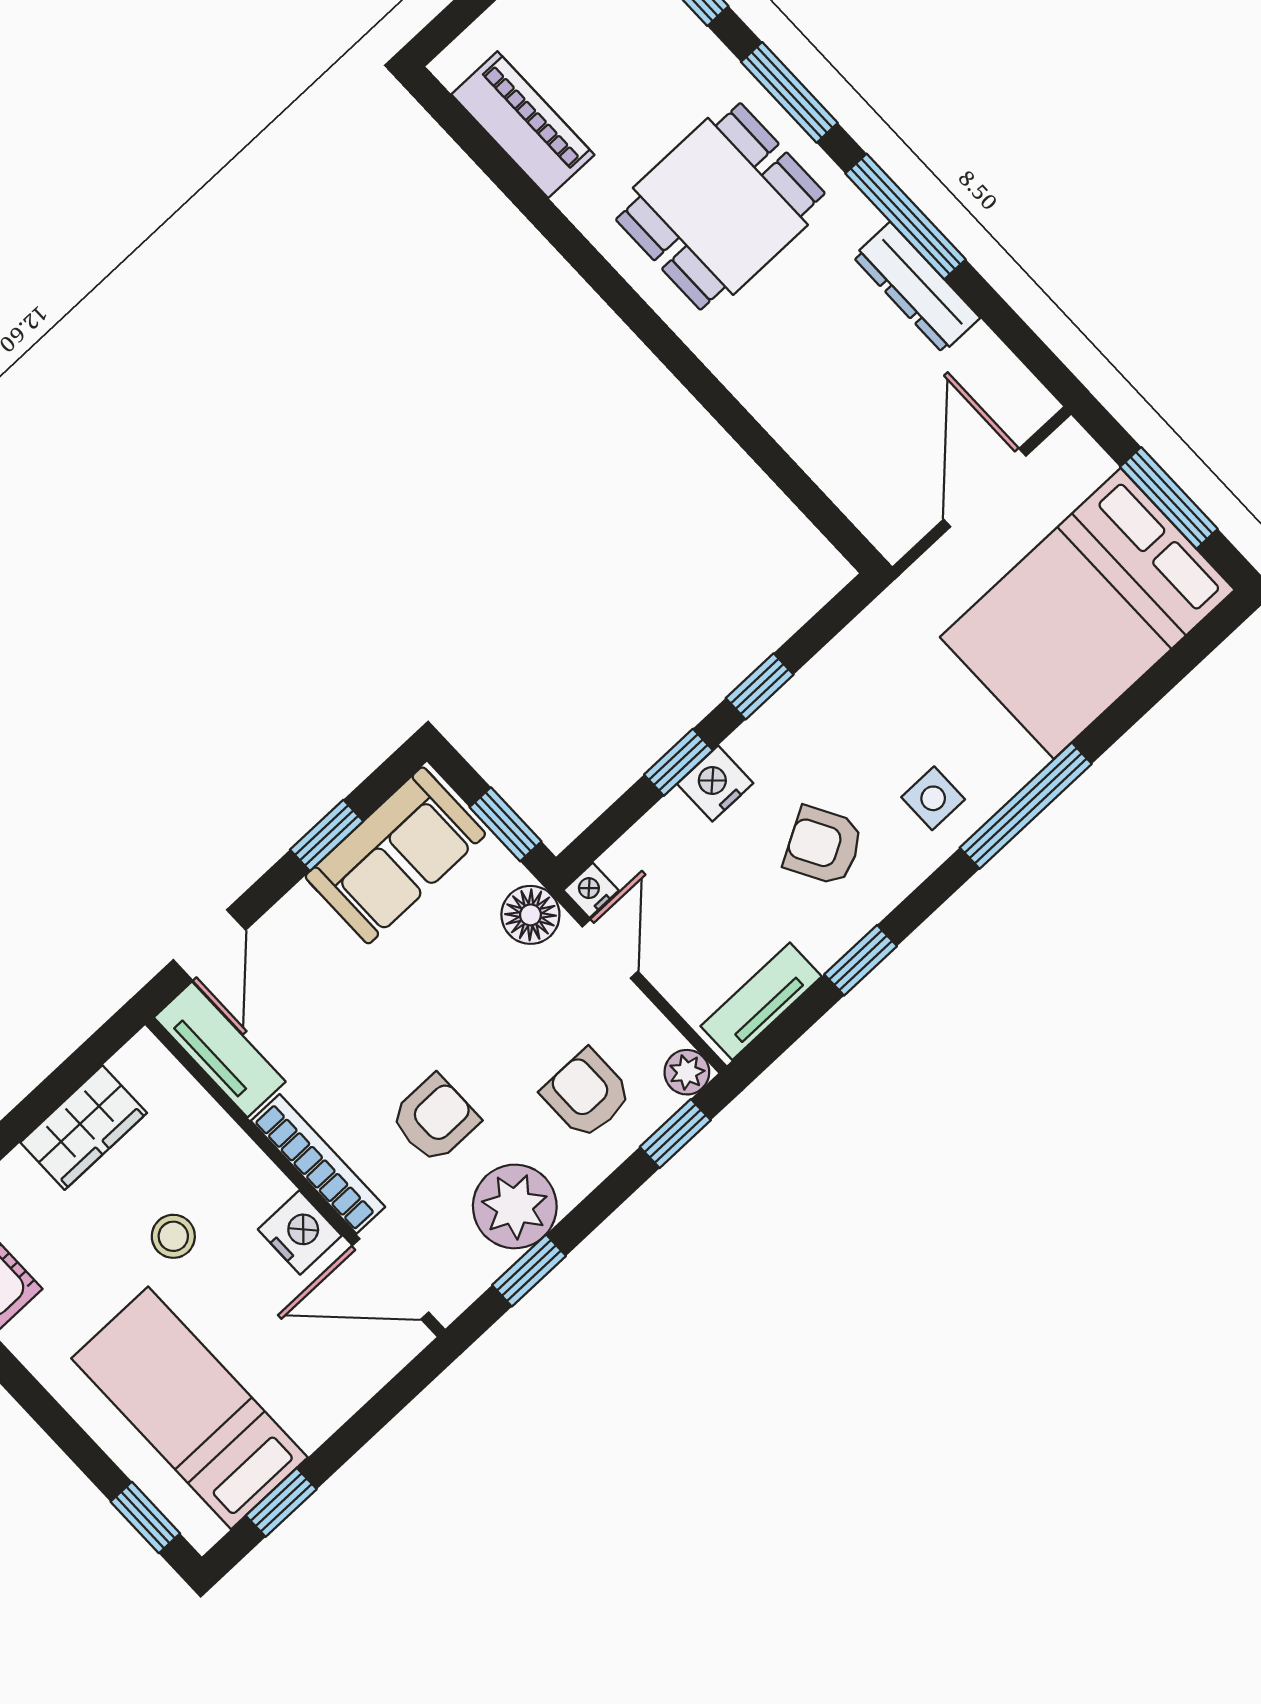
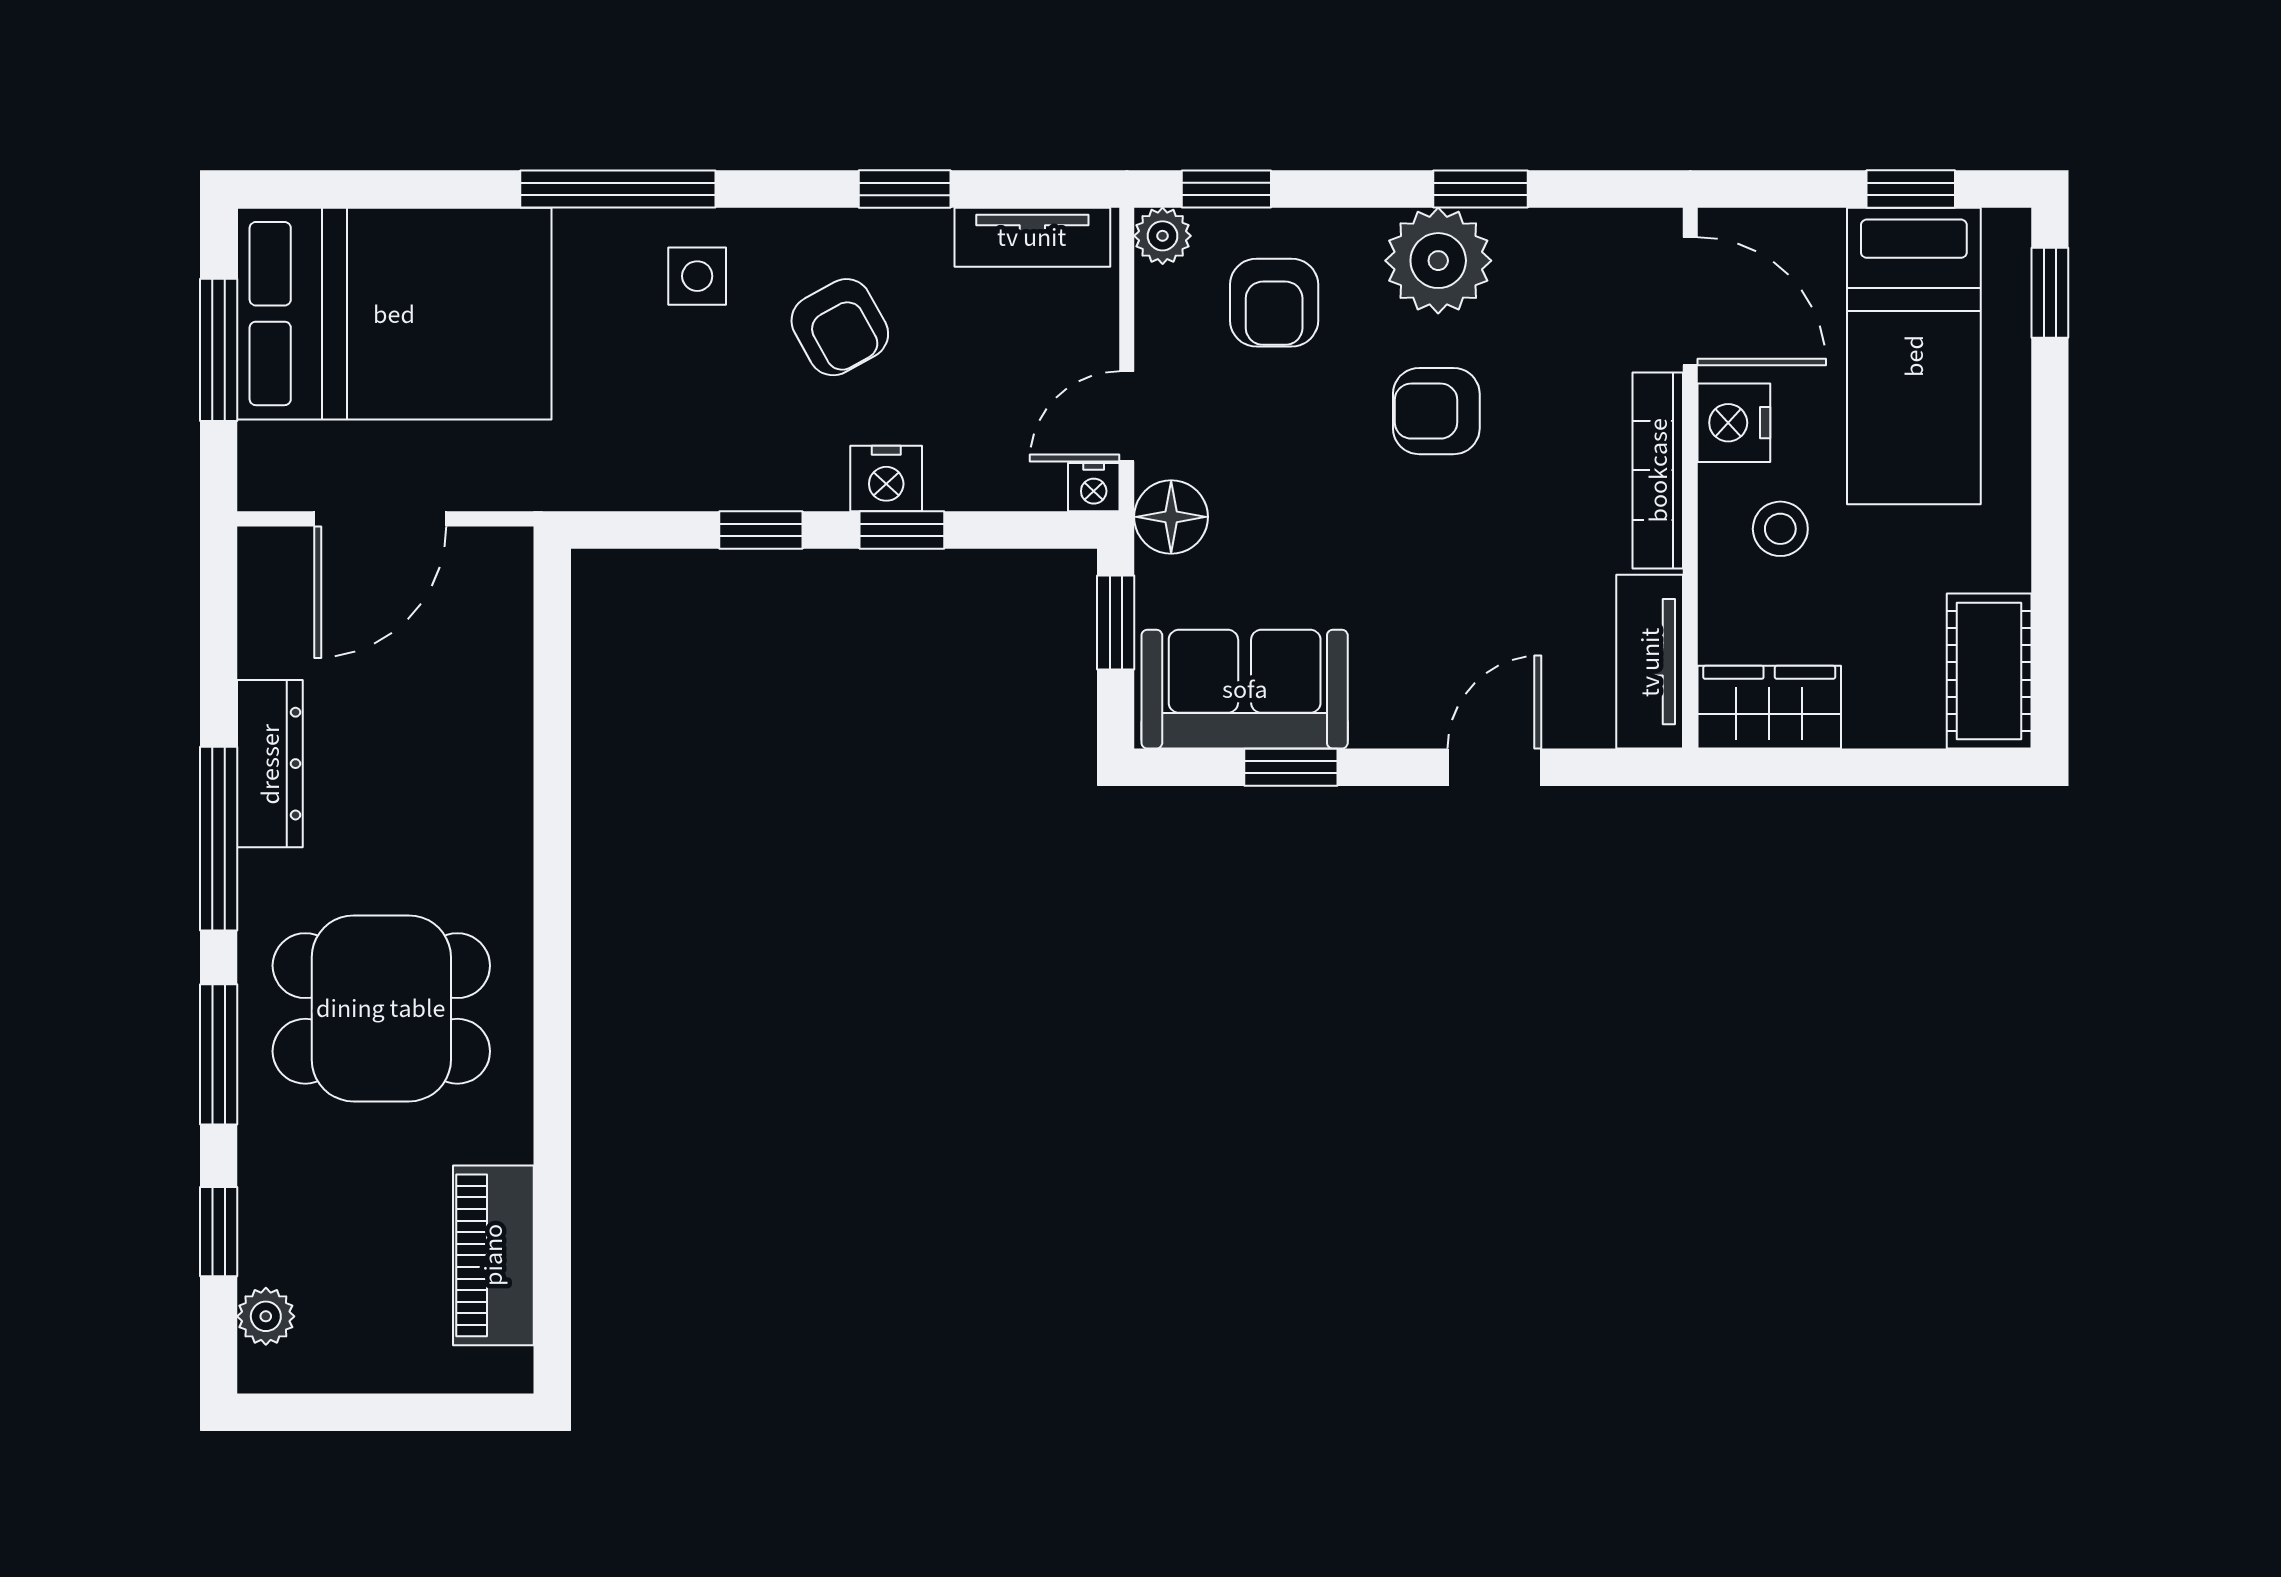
tv unit: (220, 1049) -> (1650, 662), moved
bookcase: (318, 1164) -> (1658, 470), moved
wall: (295, 1177) -> (1690, 478), moved
nightstand: (300, 1233) -> (1734, 423), moved
door: (390, 1279) -> (1690, 301), moved

